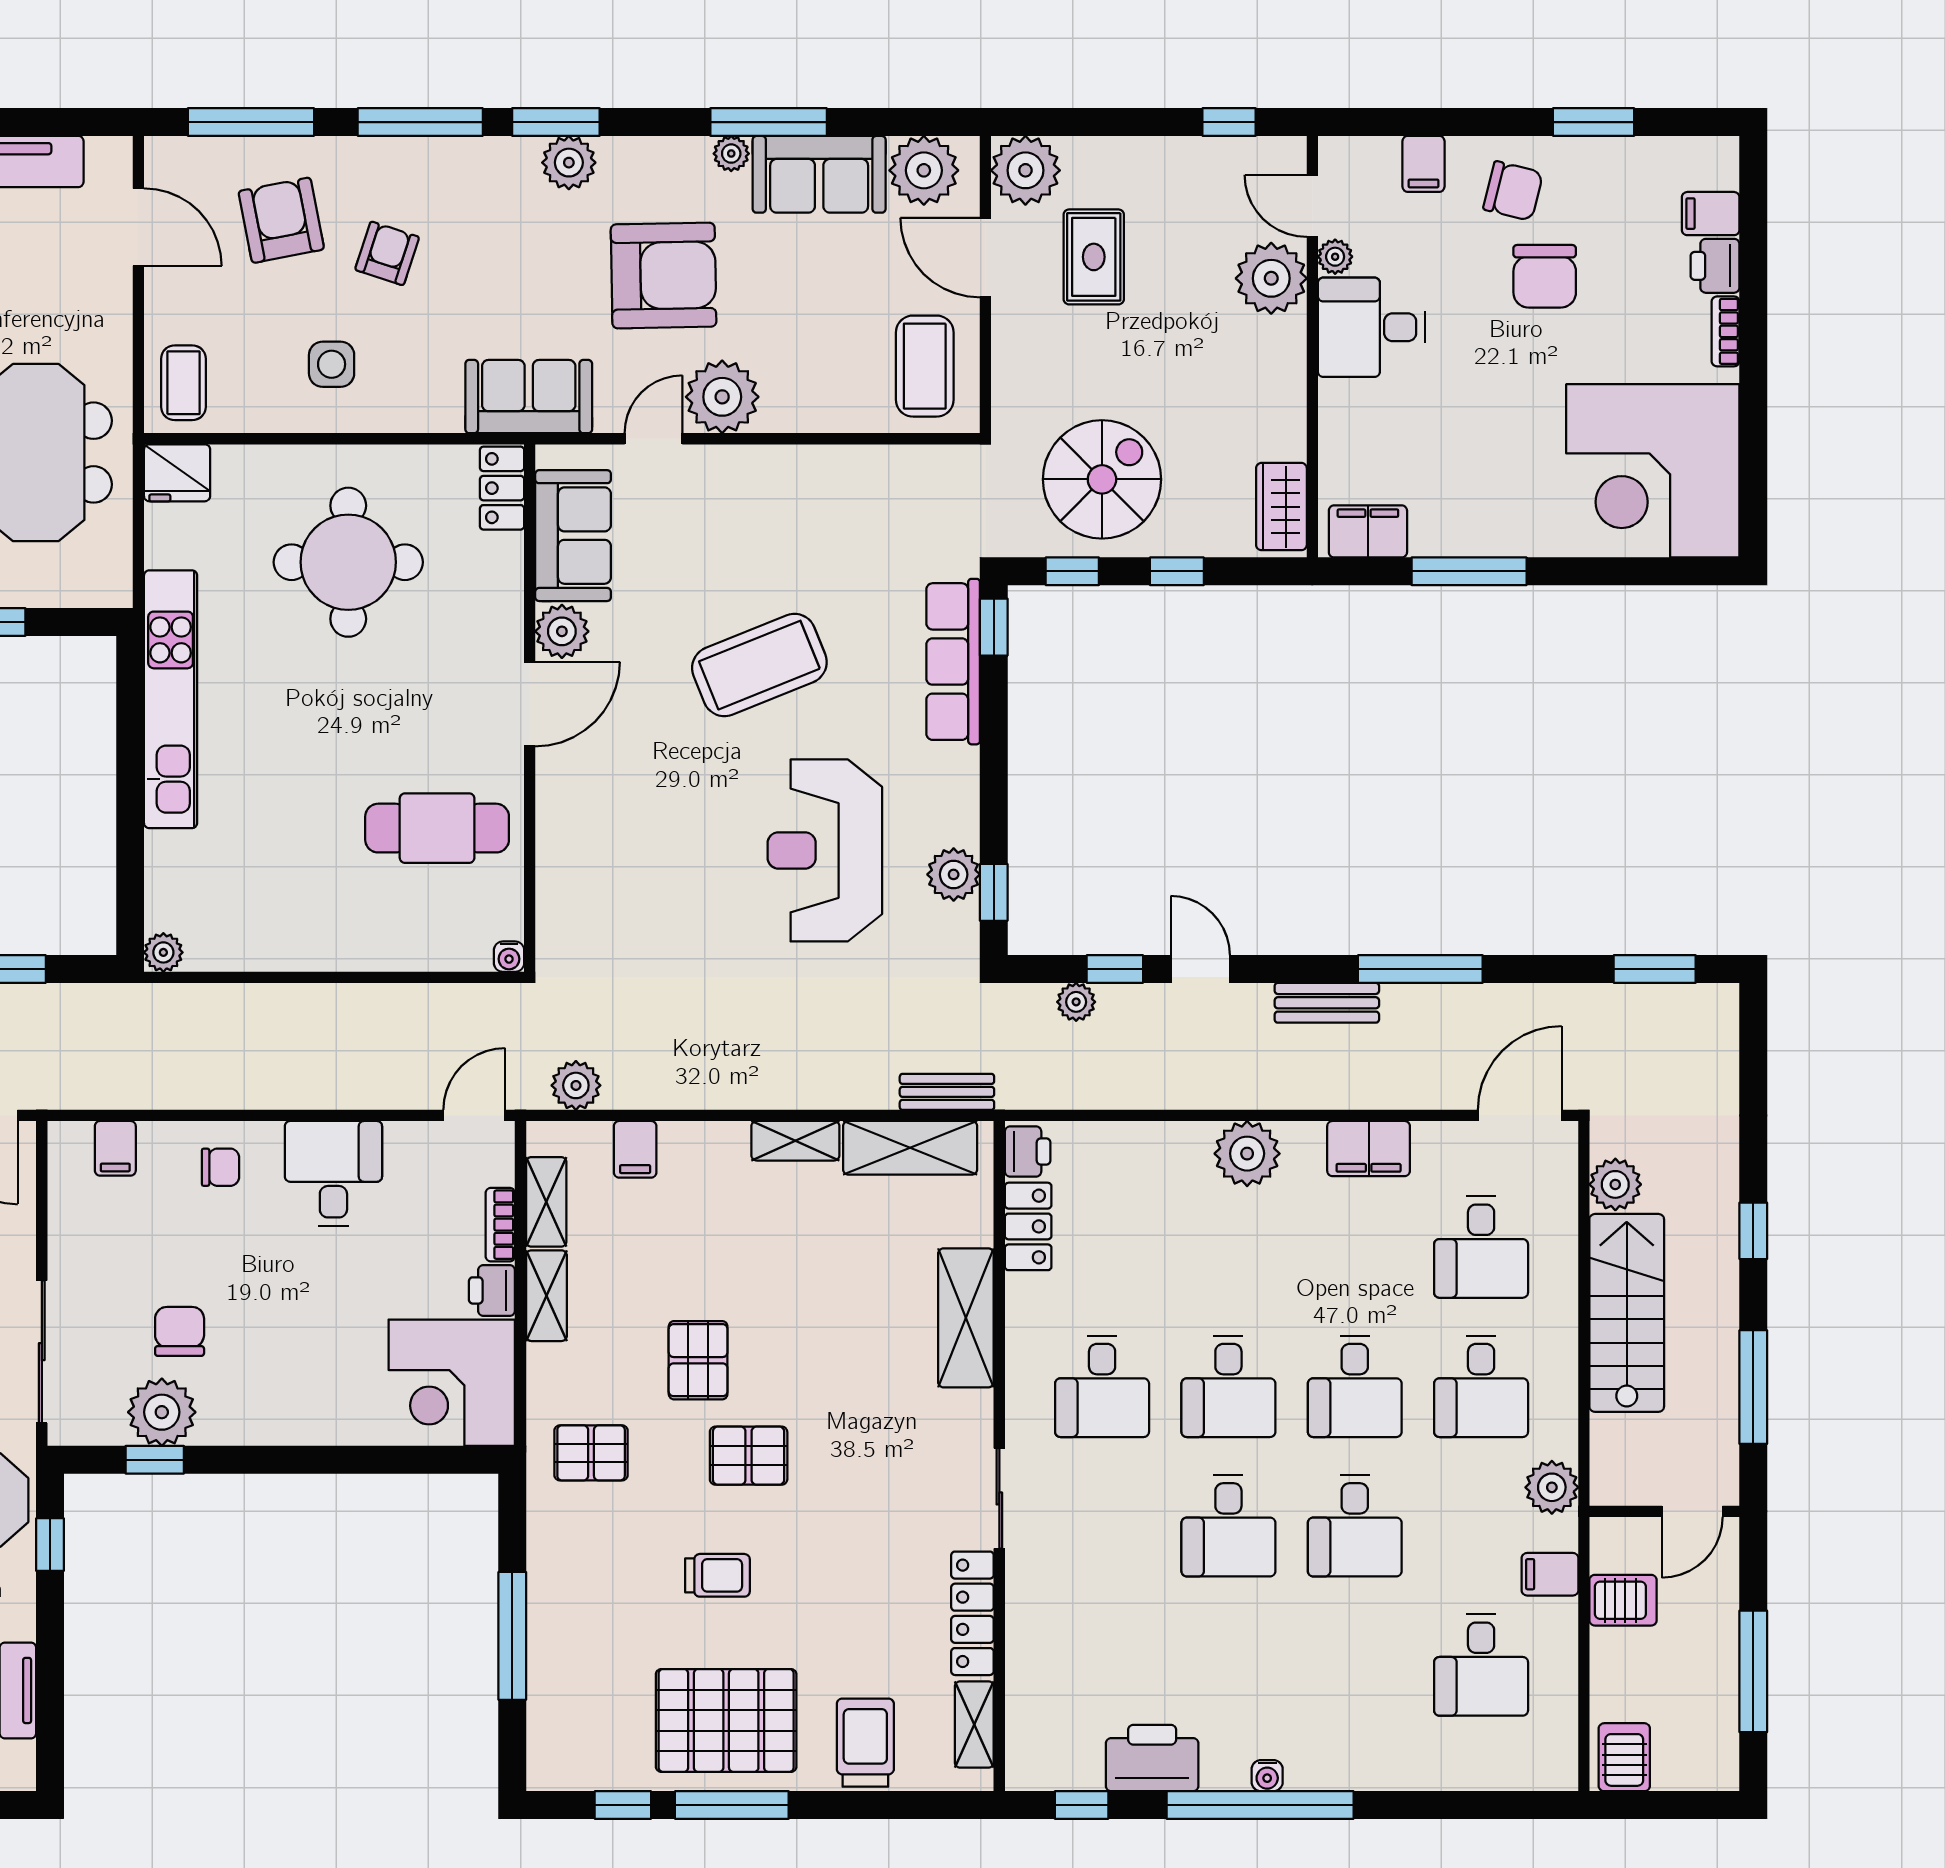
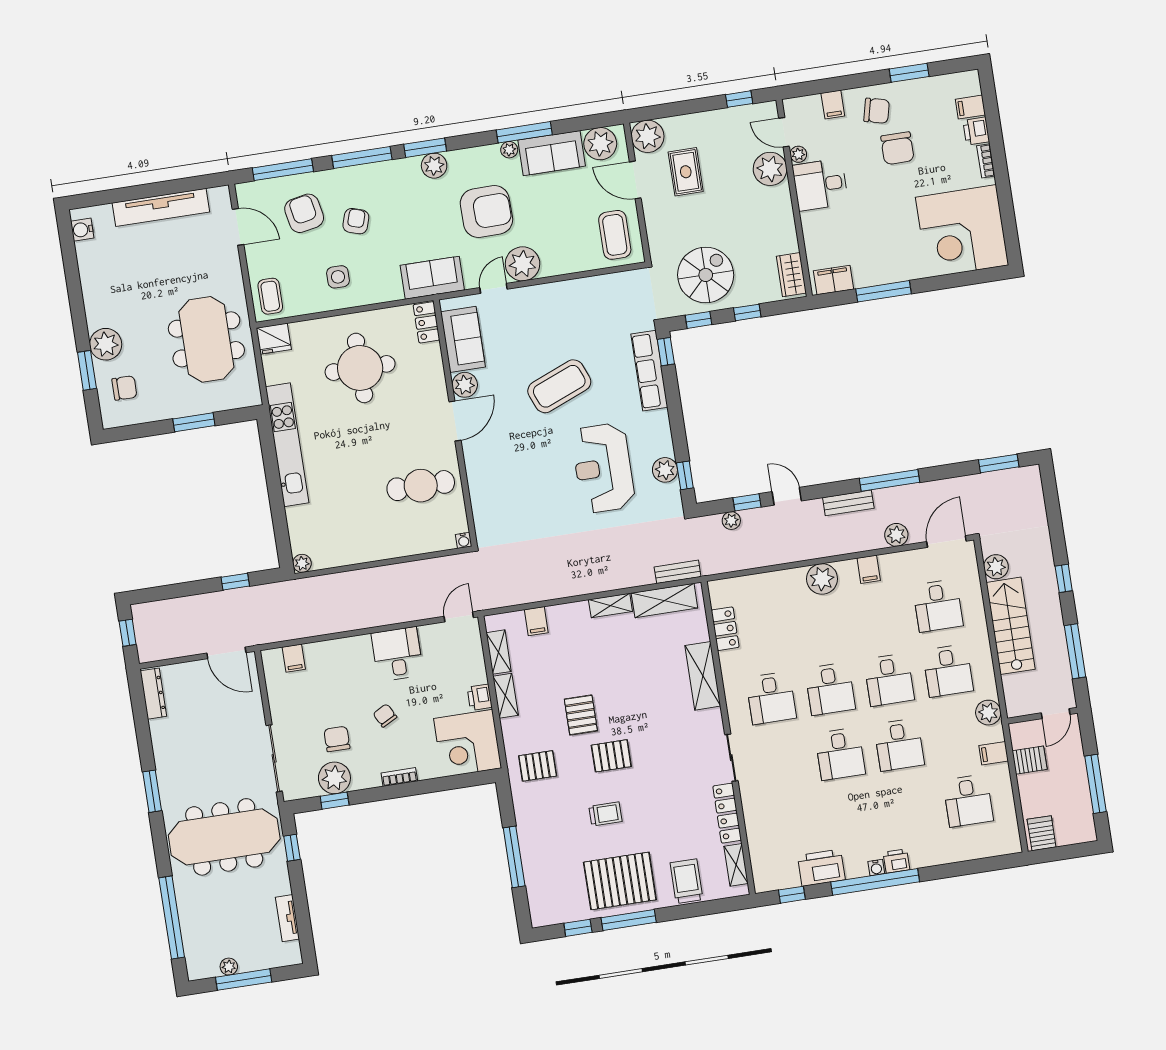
plant: (576, 1085) -> (896, 535), moved
filing cabinet: (1369, 1149) -> (869, 569), width x0.50
printer: (1028, 1151) -> (896, 861), moved, turned -90
chair: (220, 1167) -> (385, 716), moved, turned -118
bookcase: (500, 1225) -> (399, 777), moved, turned 90

